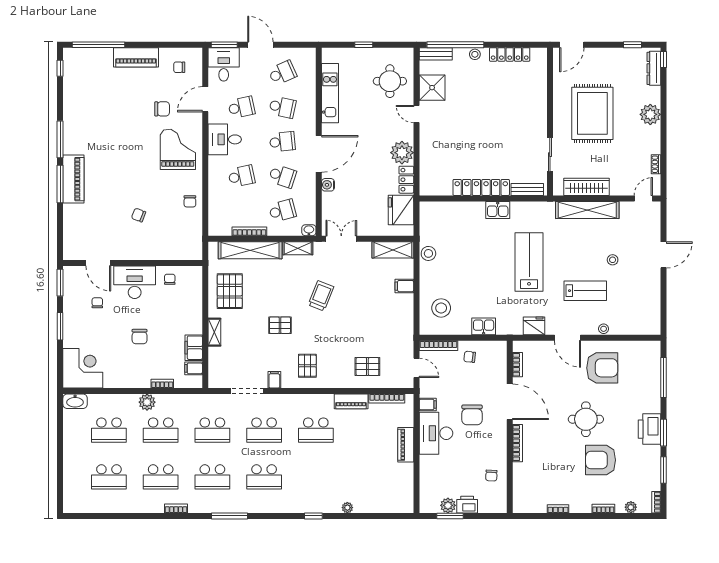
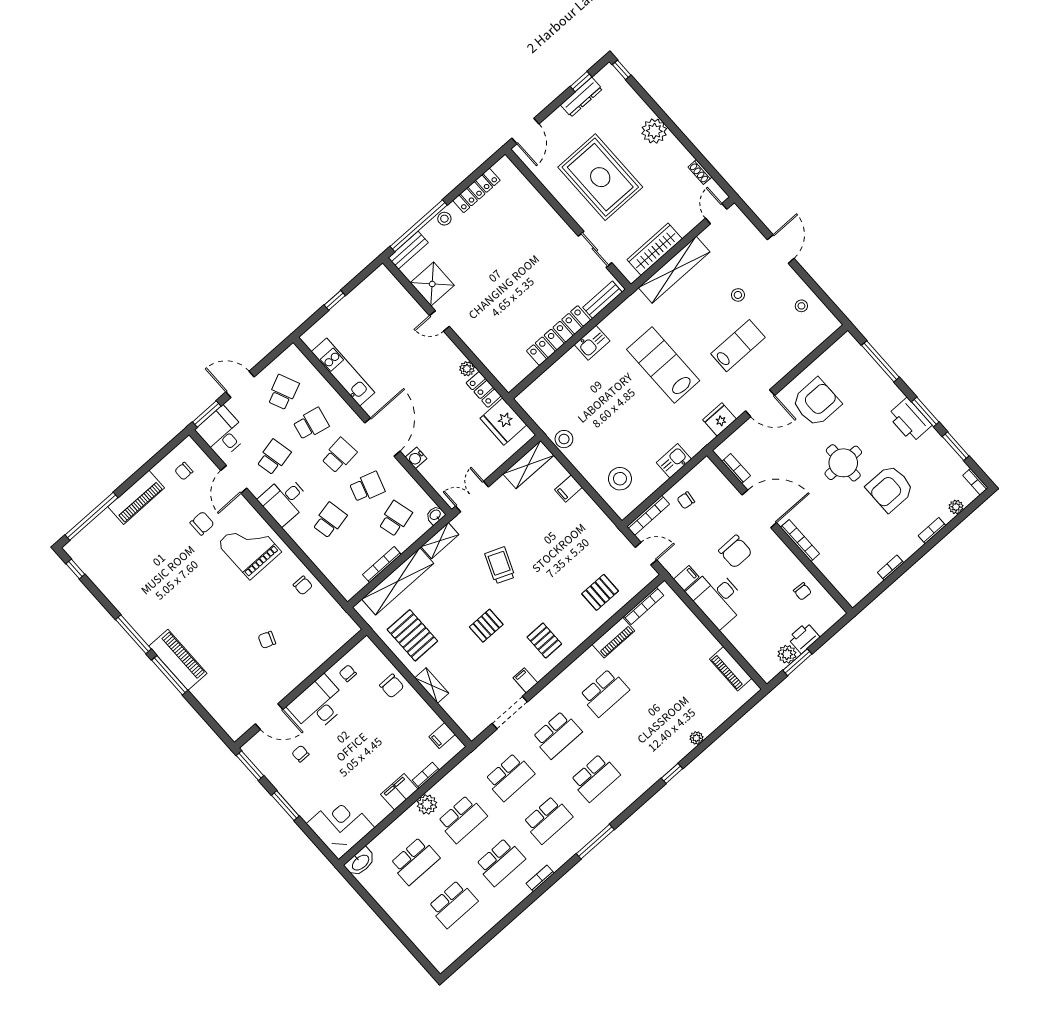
dresser: (654, 68) -> (581, 97), moved, turned -90
round table: (390, 81) -> (388, 312), removed
plant: (402, 153) -> (467, 369), width x0.53, depth x0.53
stool: (604, 329) -> (801, 306), moved
chair: (140, 337) -> (392, 686), moved
filing cabinet: (194, 348) -> (399, 792), moved, turned 90
piano: (406, 445) -> (731, 669), moved

